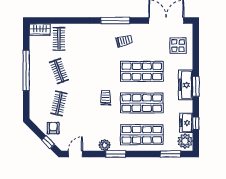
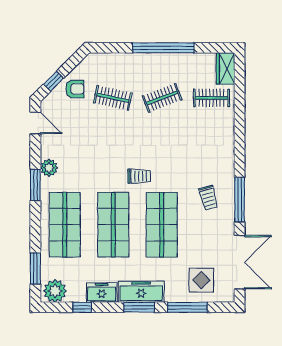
window: (115, 21) -> (240, 200), moved
window: (196, 55) -> (188, 307), added
trolley: (106, 98) -> (139, 176), moved
freezer: (186, 123) -> (102, 293), moved

